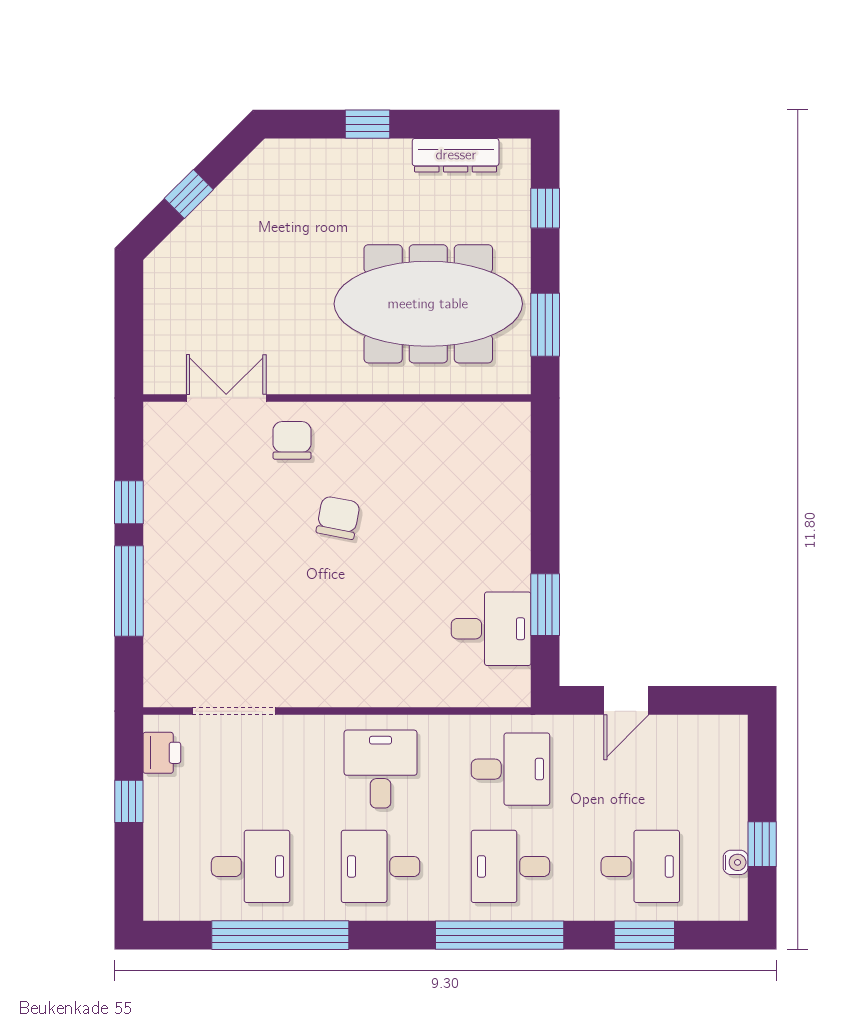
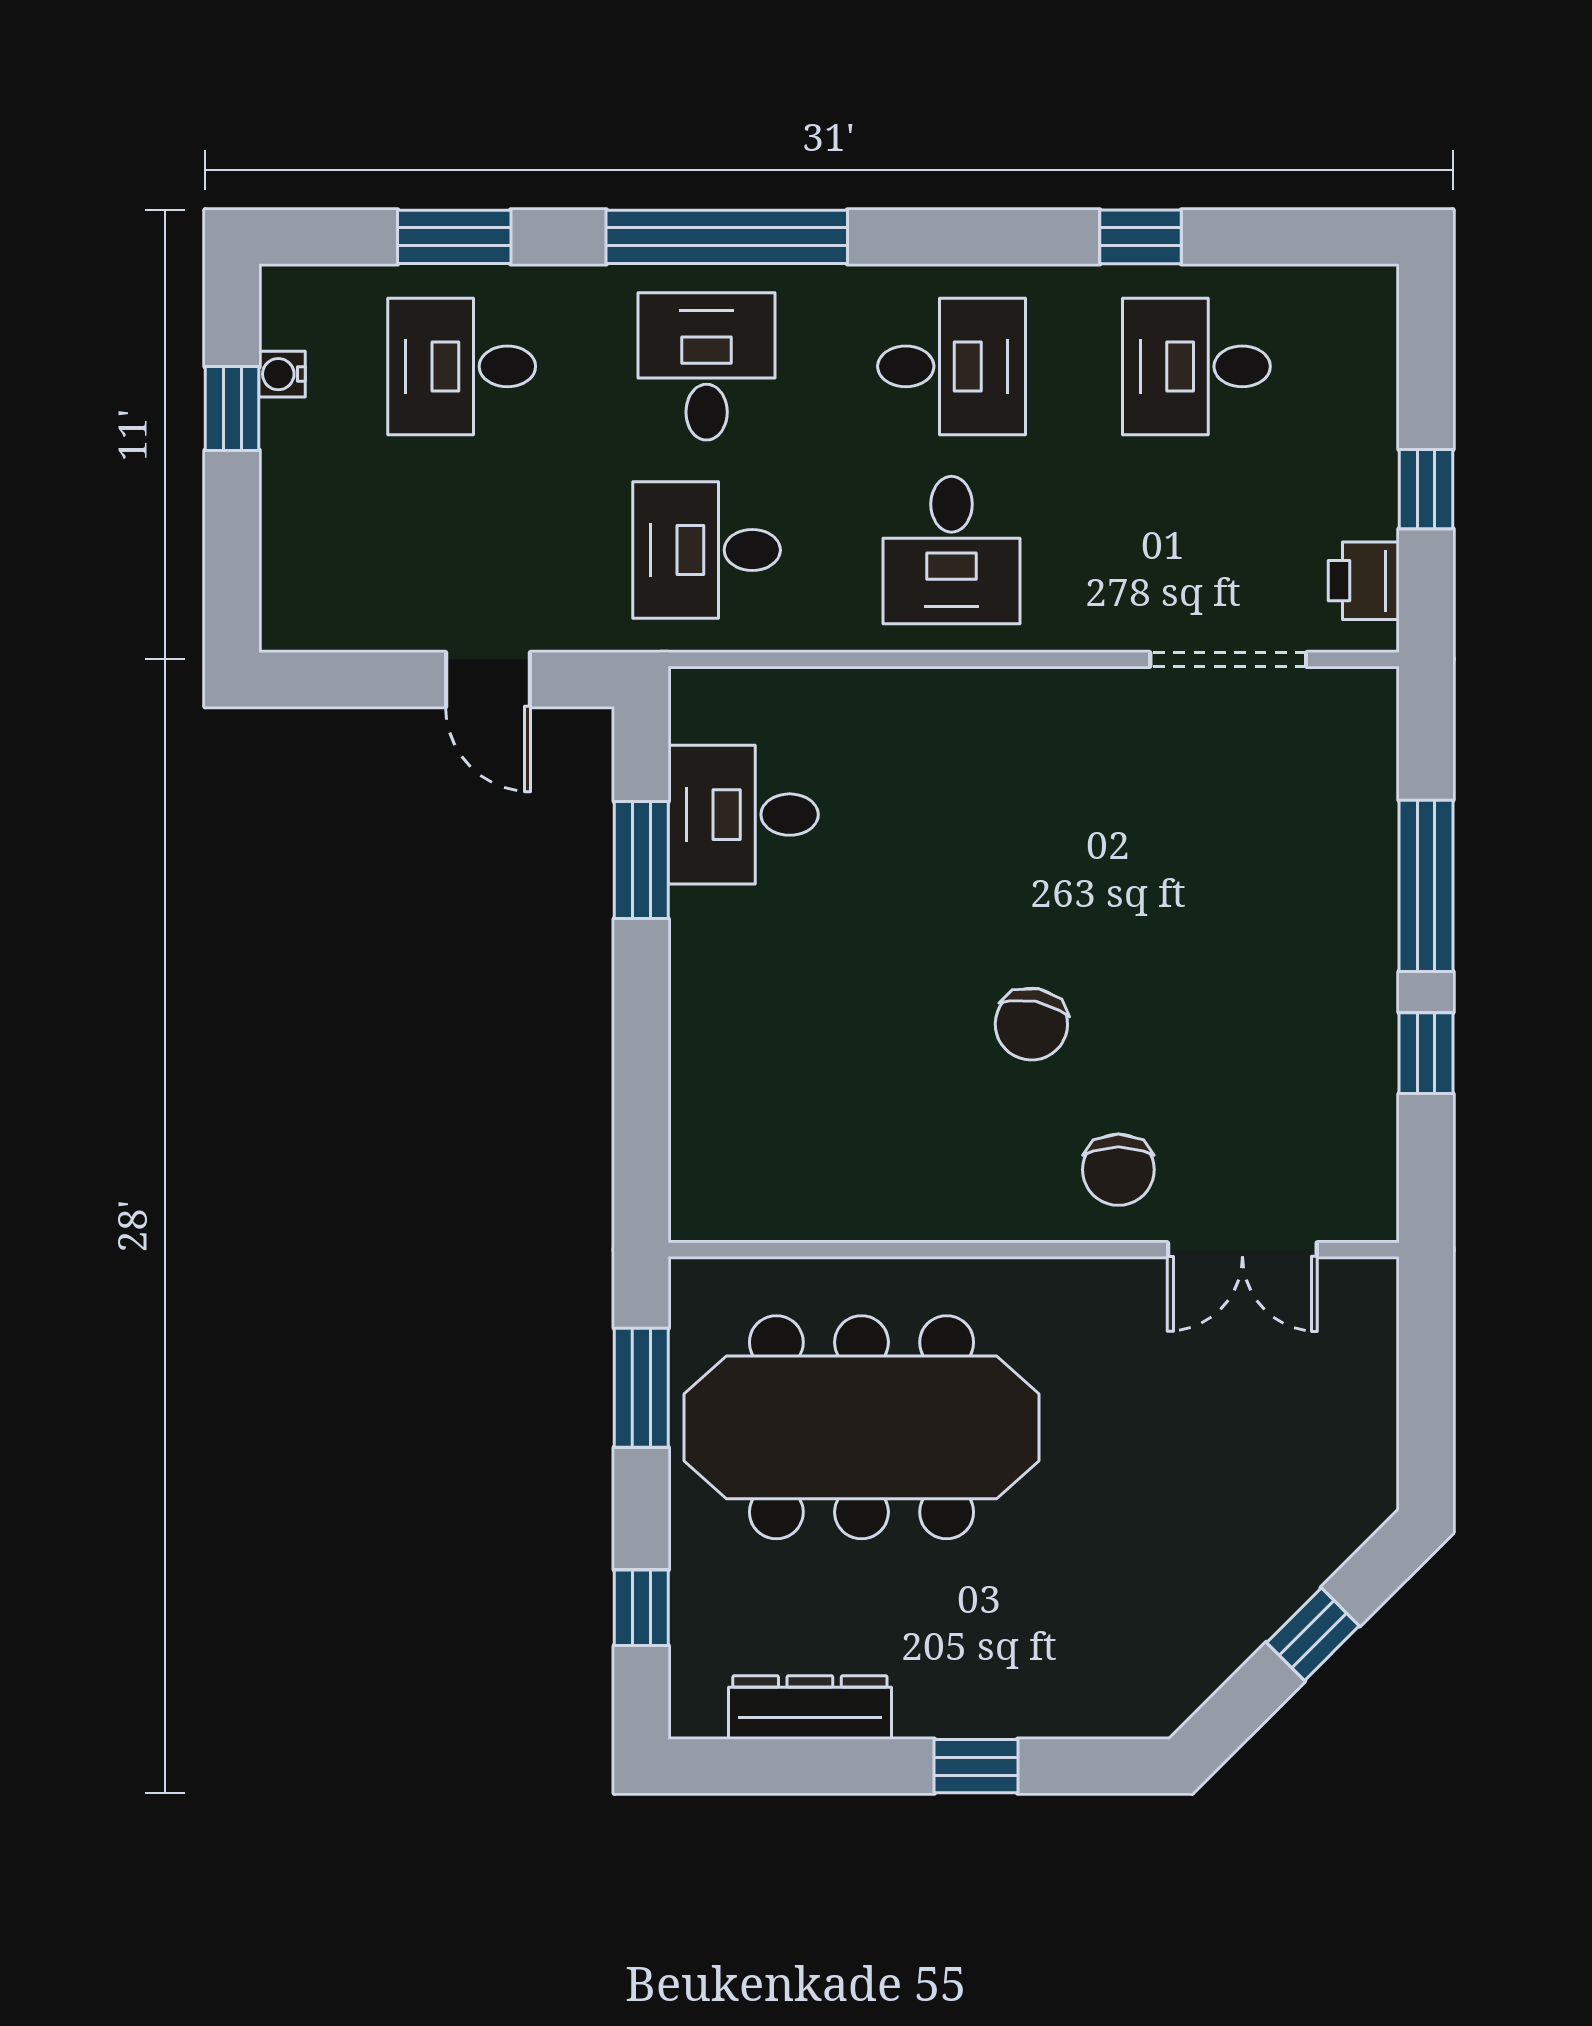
door: (626, 700) -> (488, 680), swing flipped
desk: (510, 866) -> (707, 366), turned -90
window: (280, 935) -> (1141, 237), width x0.32

